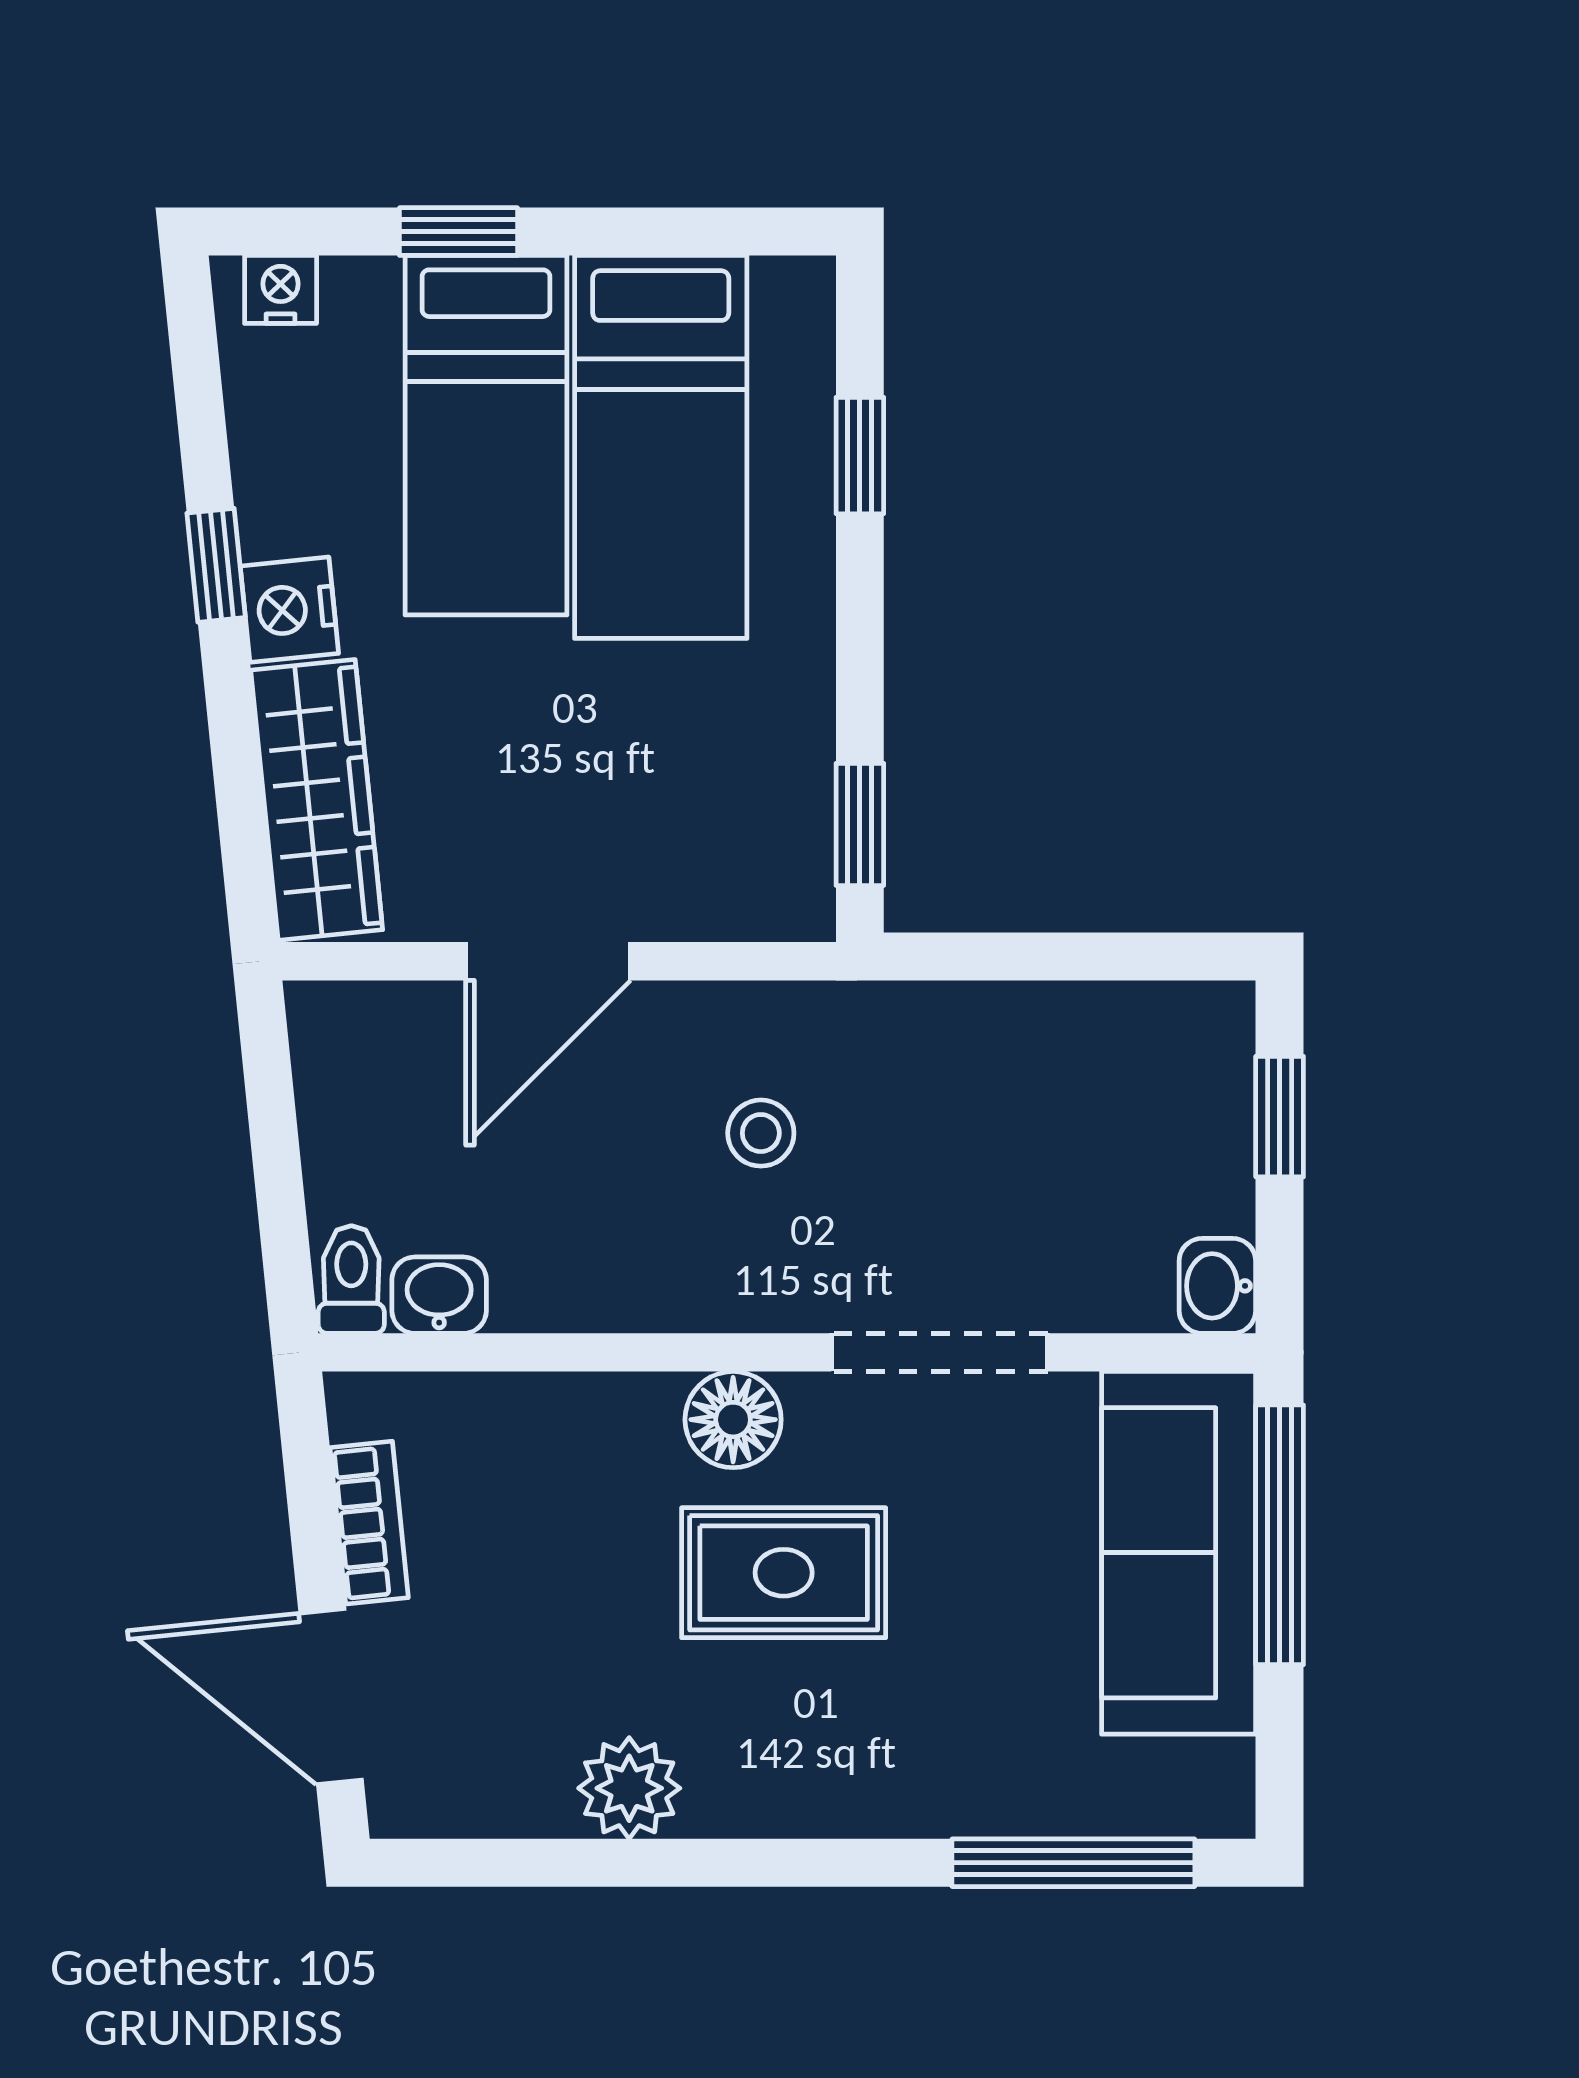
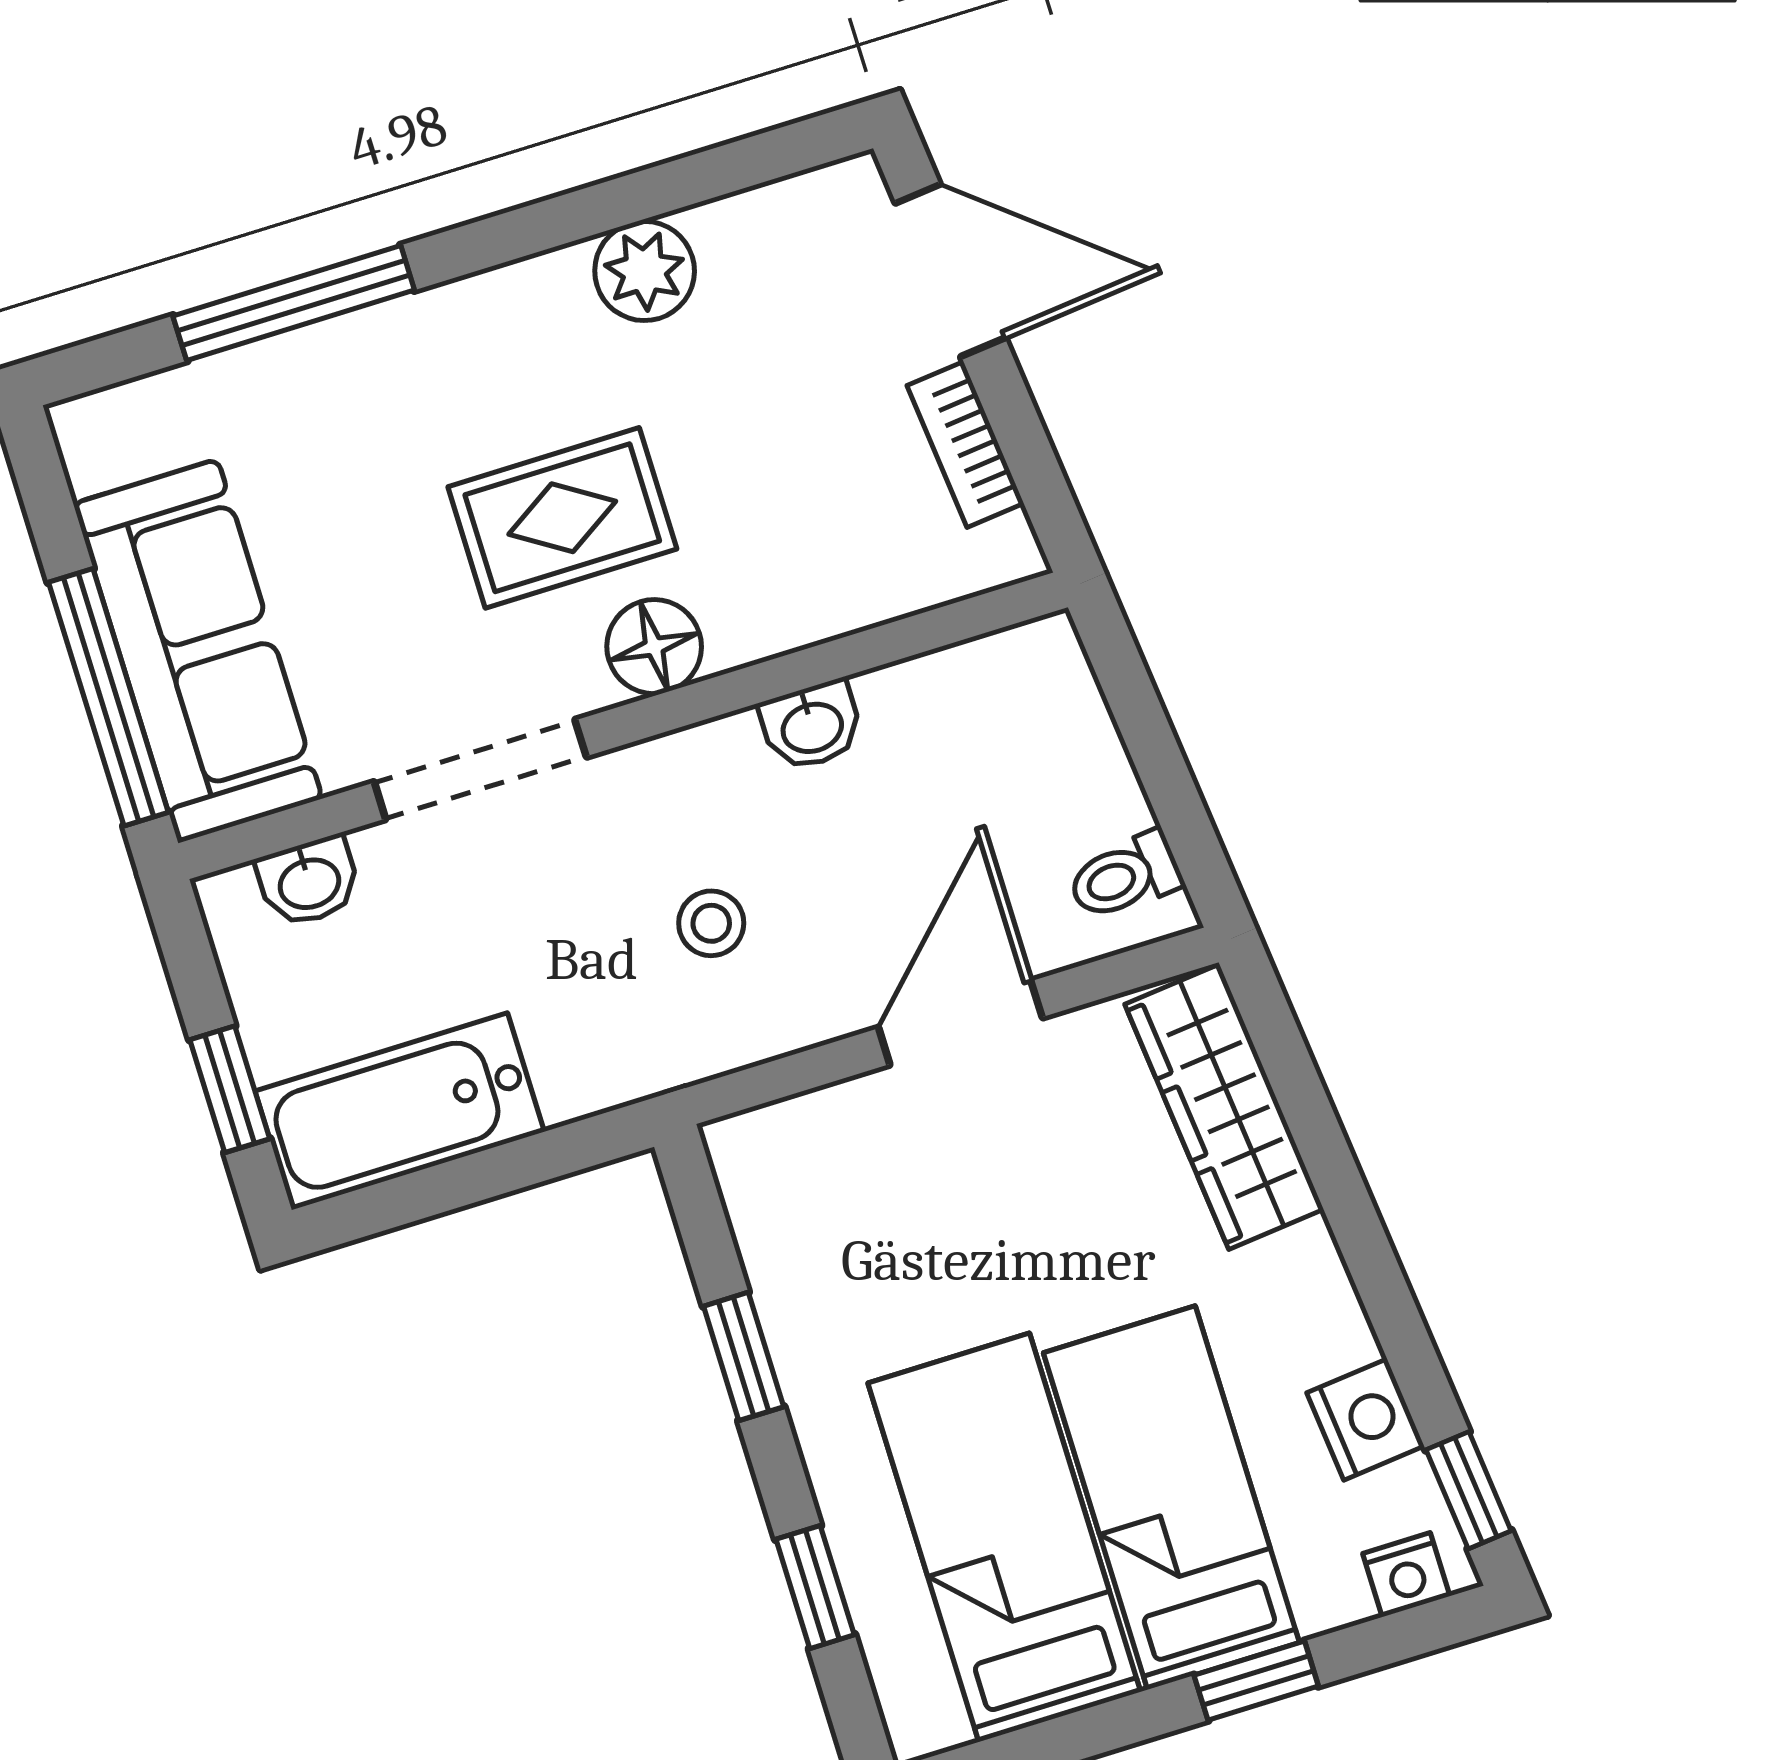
window: (216, 565) -> (1469, 1490), moved
nightstand: (289, 610) -> (1366, 1419), moved
window: (860, 824) -> (744, 1356), moved
bathtub: (1121, 1044) -> (400, 1111), added
toilet: (351, 1280) -> (1125, 876), moved, turned 84
washbasin: (1217, 1286) -> (309, 882), moved, turned 90
washbasin: (439, 1295) -> (812, 726), moved
window: (1073, 1863) -> (294, 303), moved

